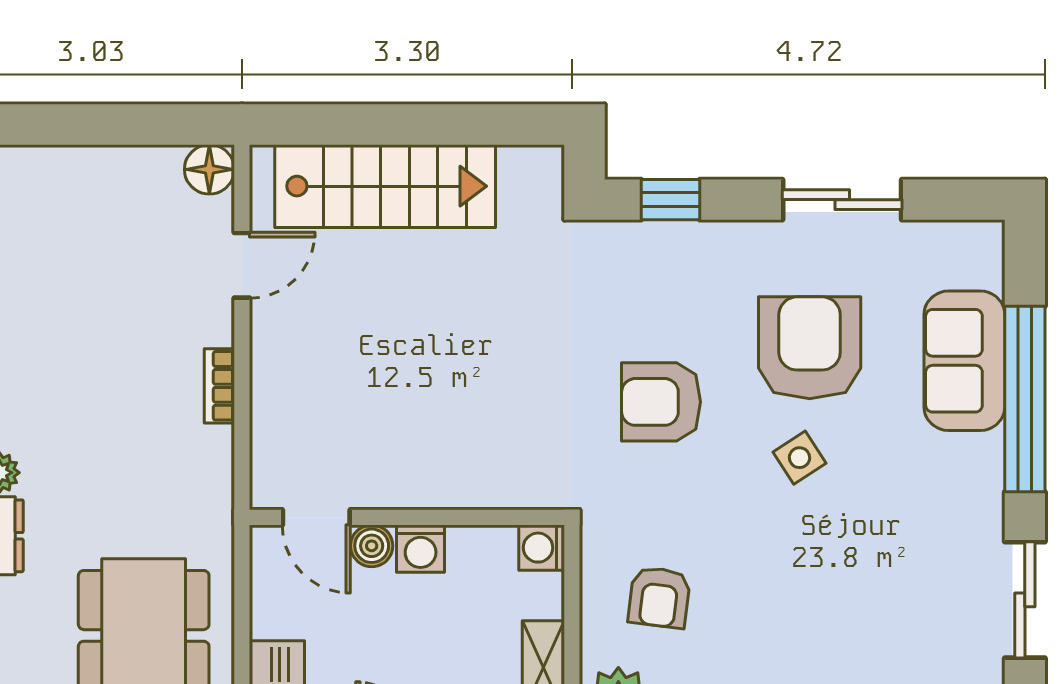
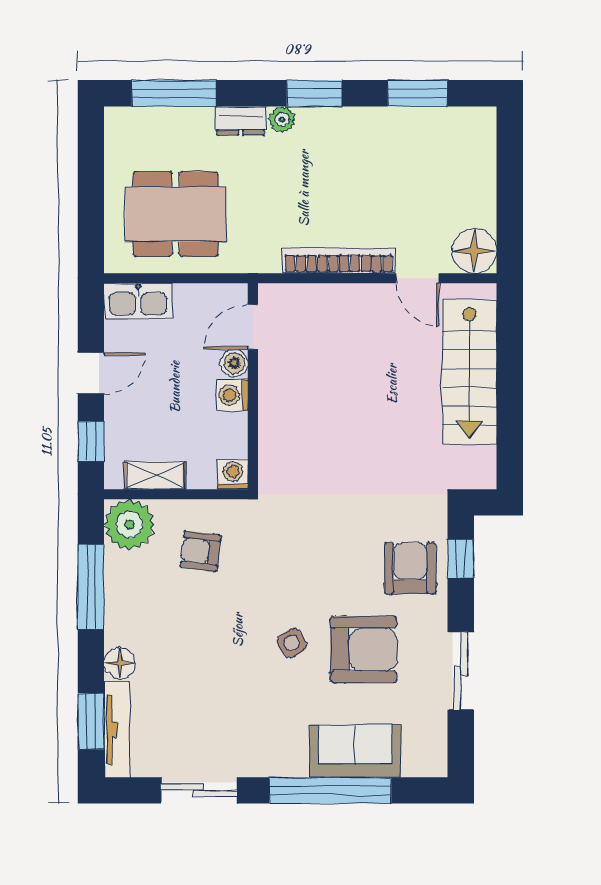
floor lamp: (209, 169) -> (474, 251), width x1.38, depth x1.38
bookcase: (219, 386) -> (339, 261), width x2.31, depth x1.31
armchair: (661, 402) -> (410, 568), moved

